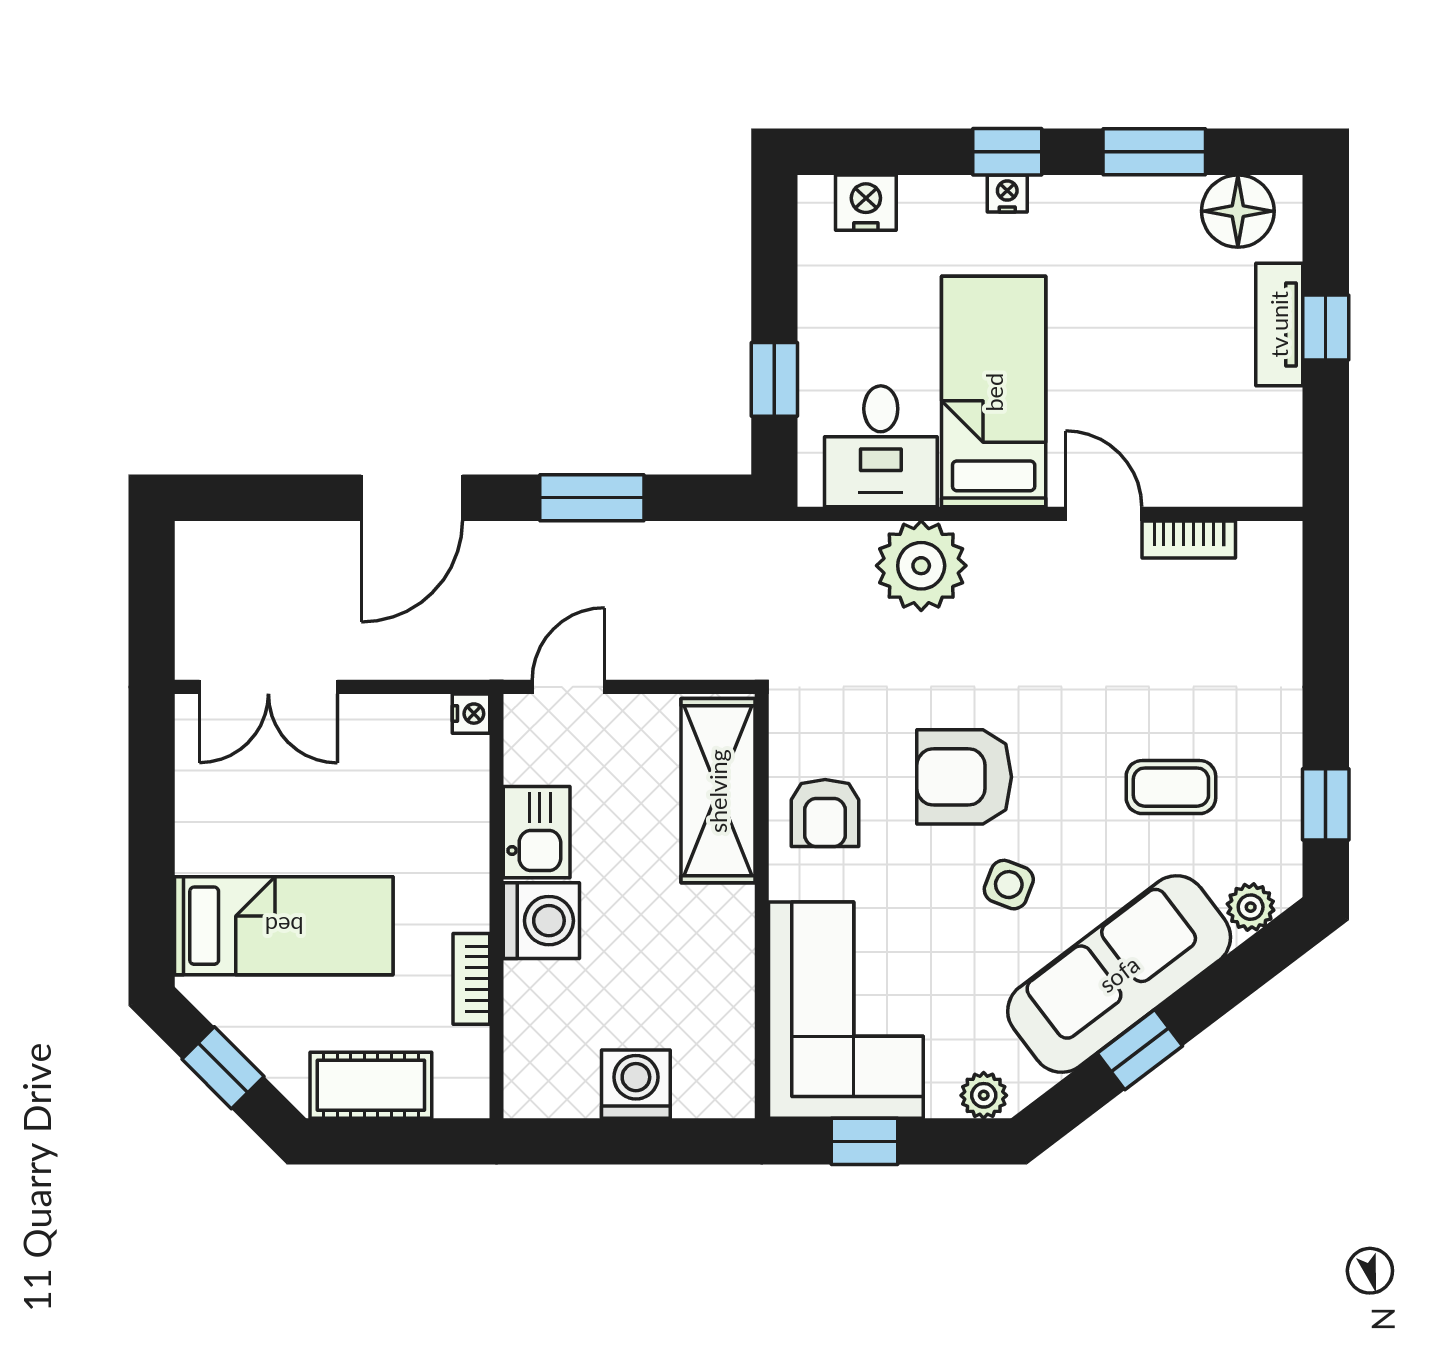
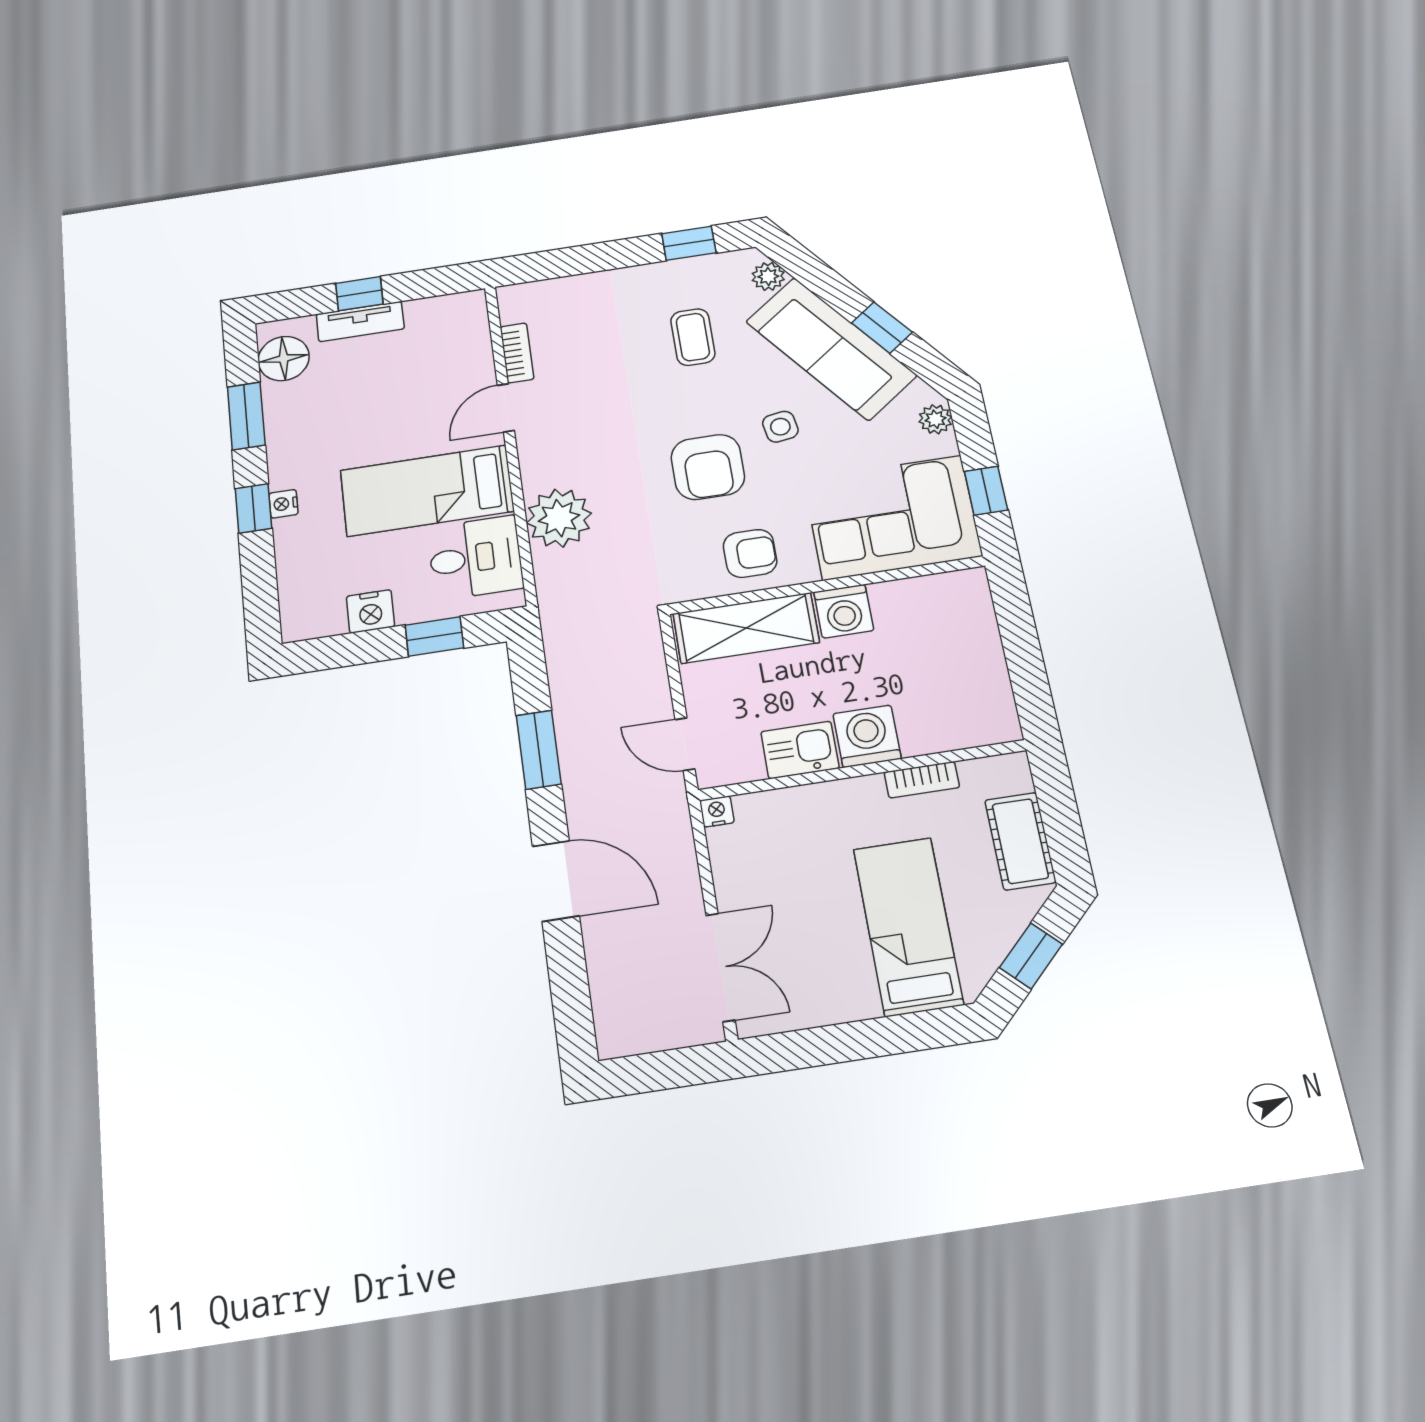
nightstand: (866, 203) -> (370, 611), moved, turned -90
side table: (1009, 885) -> (780, 427), turned -30
washing machine: (636, 1084) -> (844, 611), moved, turned -90

